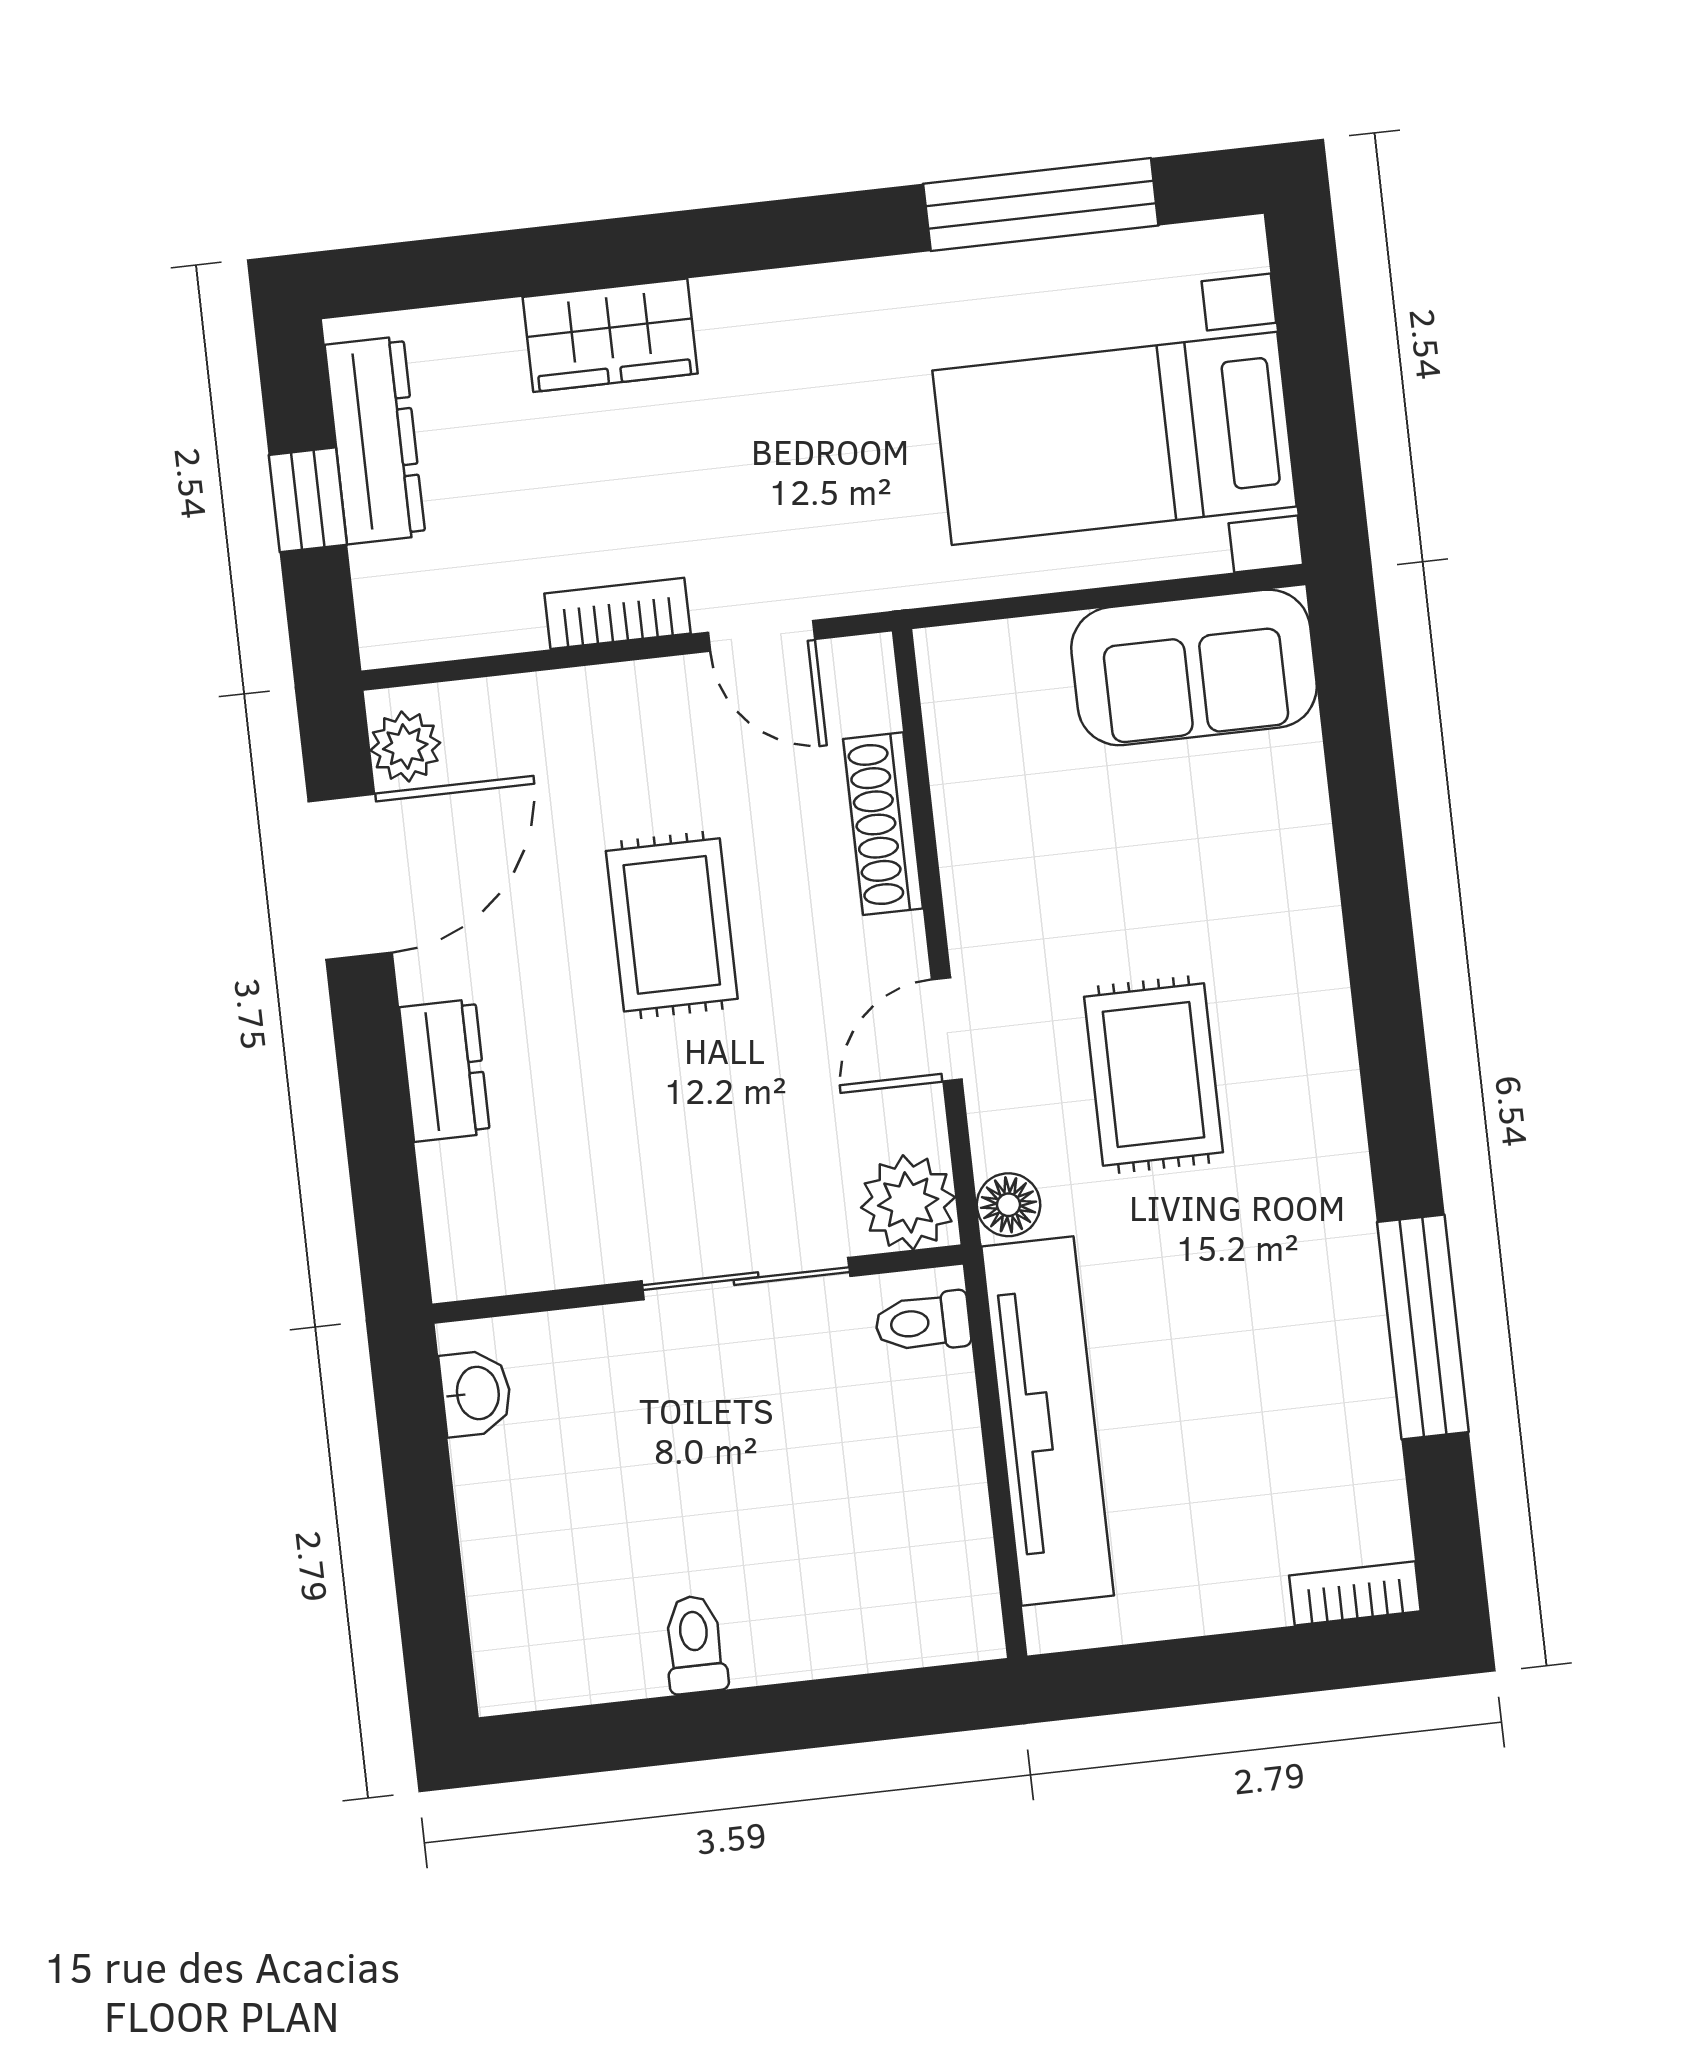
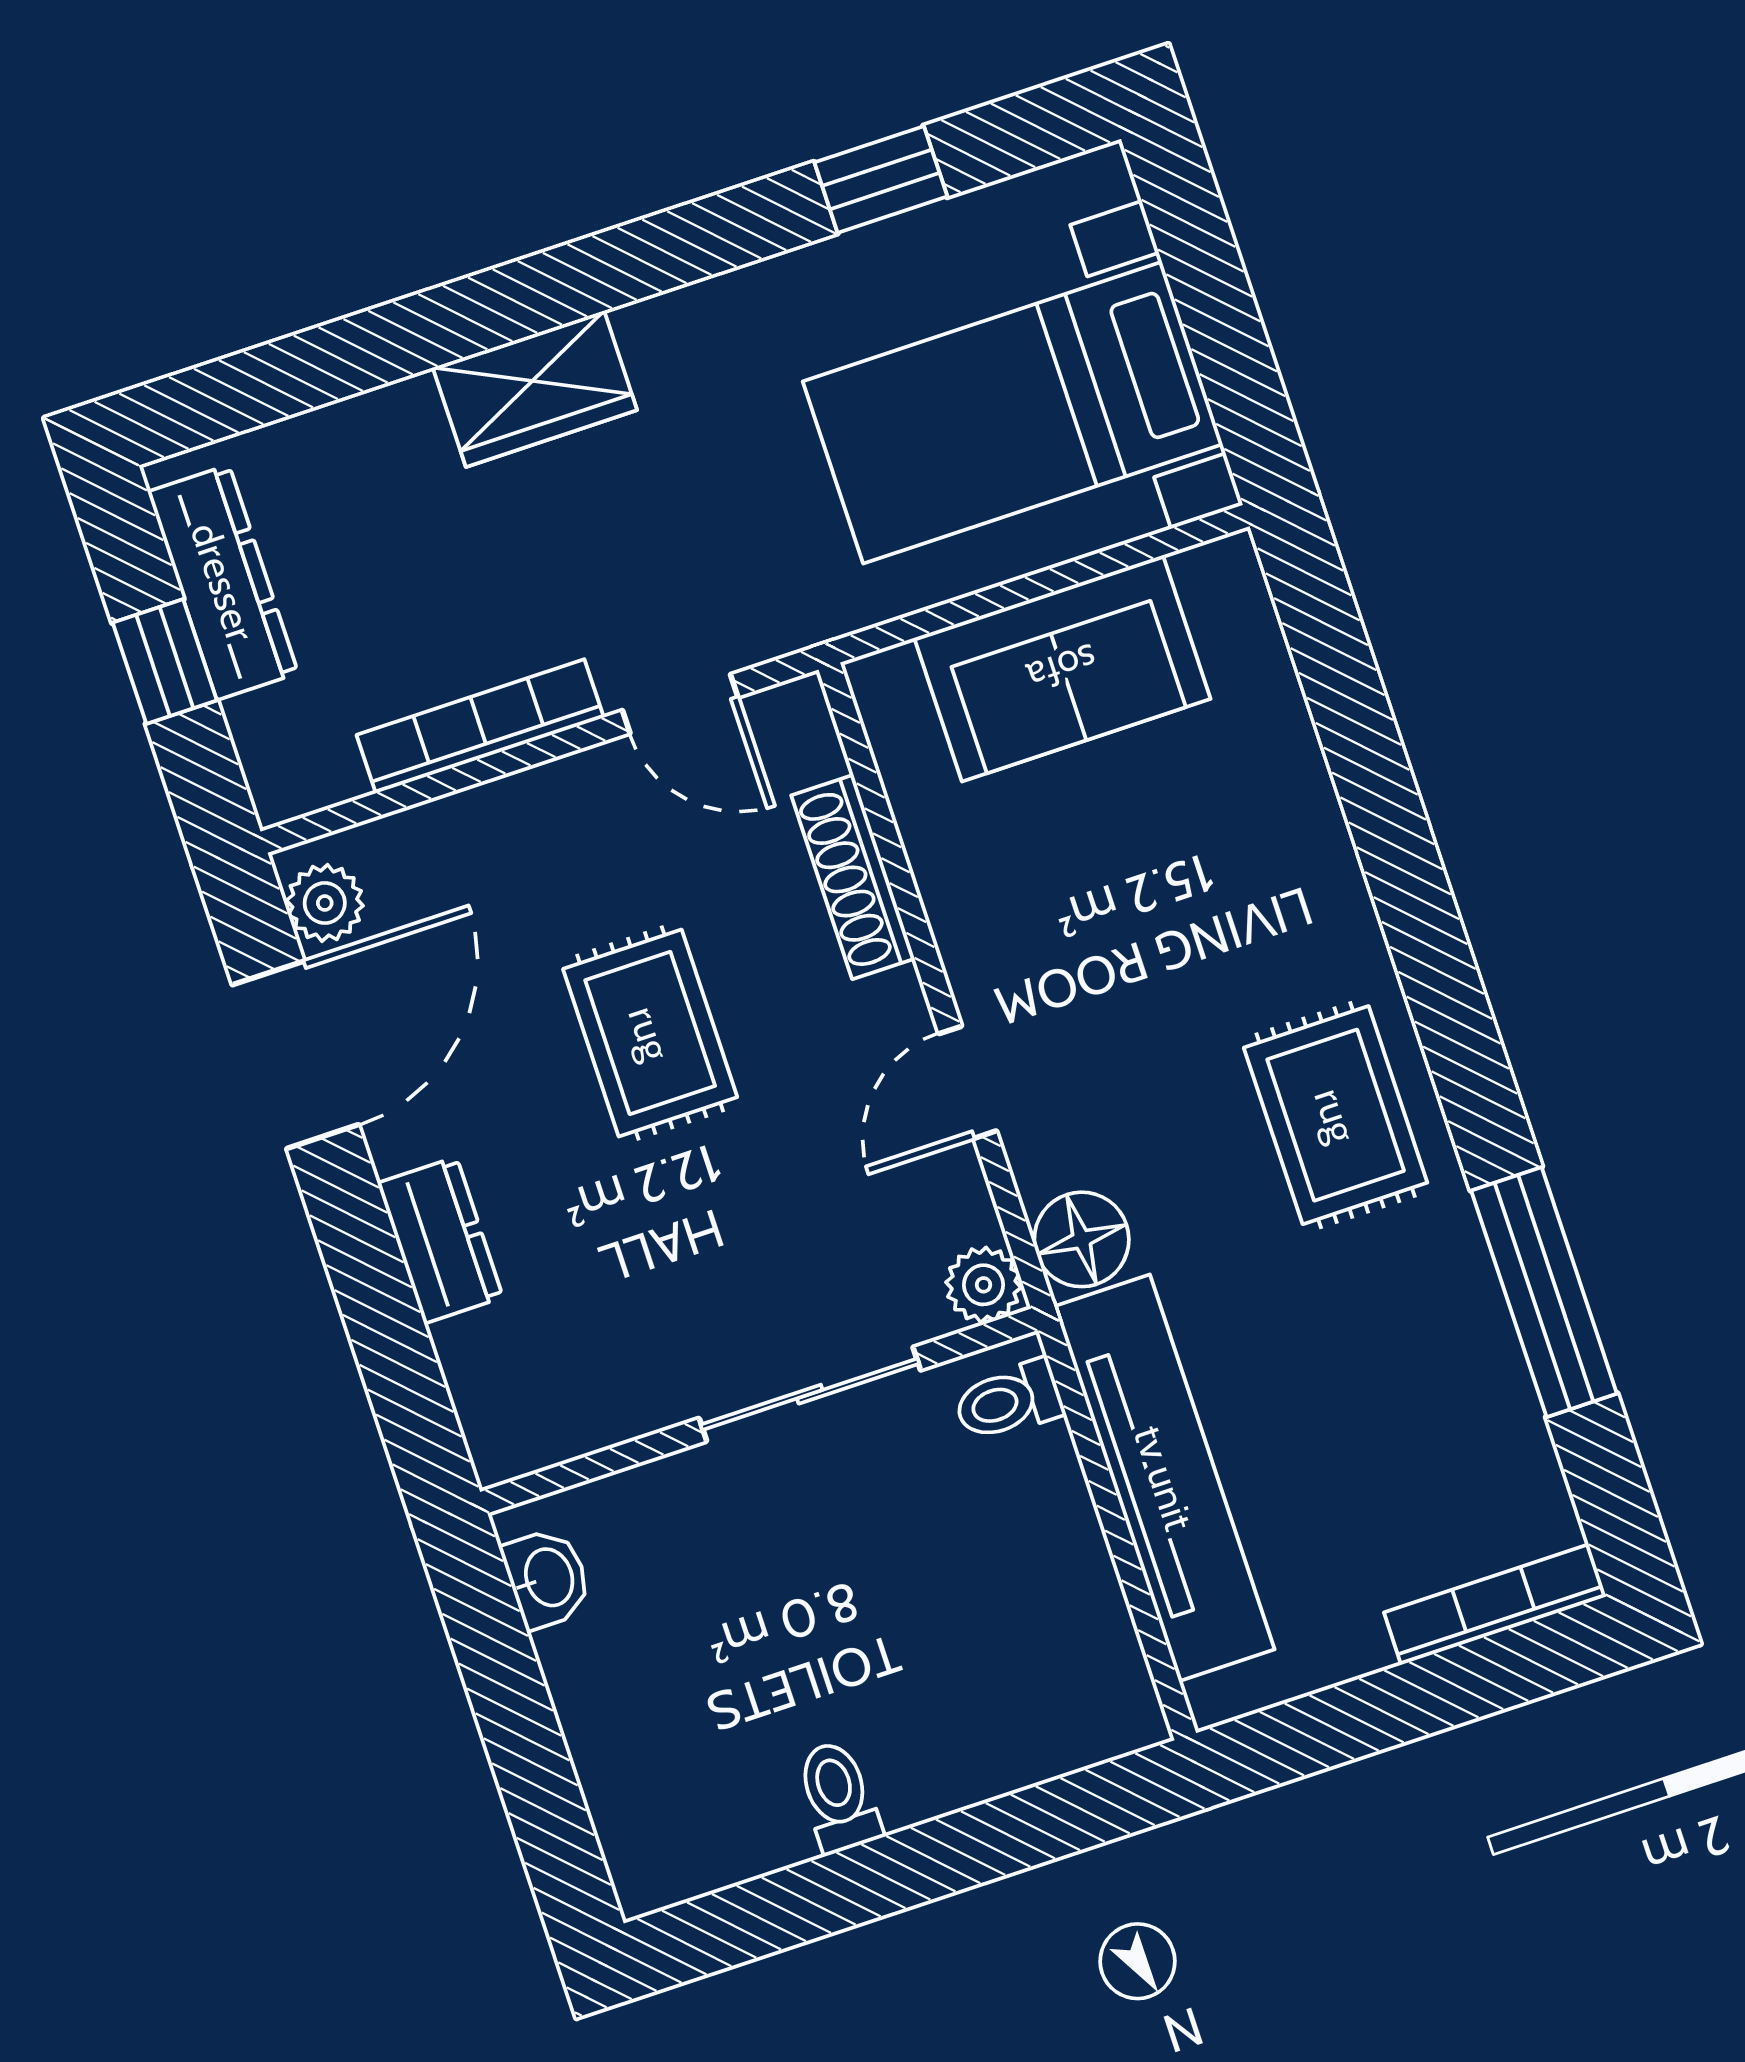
window: (1041, 205) -> (881, 179), width x0.46
wardrobe: (610, 335) -> (535, 389), moved
bookcase: (617, 613) -> (480, 726), width x1.56
sofa: (1194, 667) -> (1062, 668), moved
rug: (1153, 1075) -> (1336, 1115), moved
plant: (908, 1202) -> (984, 1285), width x0.73, depth x0.73
floor lamp: (1009, 1205) -> (1082, 1239), width x1.37, depth x1.37
bookcase: (1355, 1593) -> (1495, 1605), width x1.56

